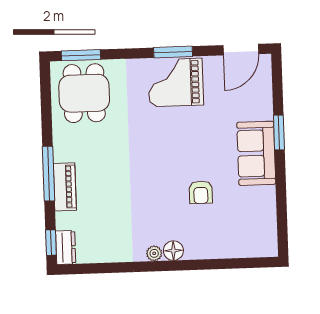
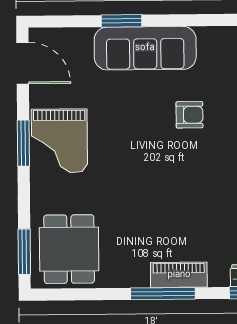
dining table: (84, 93) -> (69, 249), turned 90
sofa: (256, 153) -> (145, 48), width x1.36

